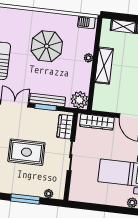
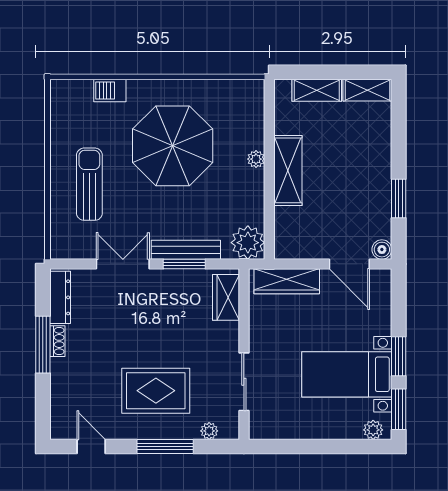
barbecue: (86, 22) -> (110, 91), moved
parasol: (47, 46) -> (173, 146), width x1.36, depth x1.36
rug: (26, 152) -> (156, 391), moved
sliding door: (71, 156) -> (244, 382), moved

